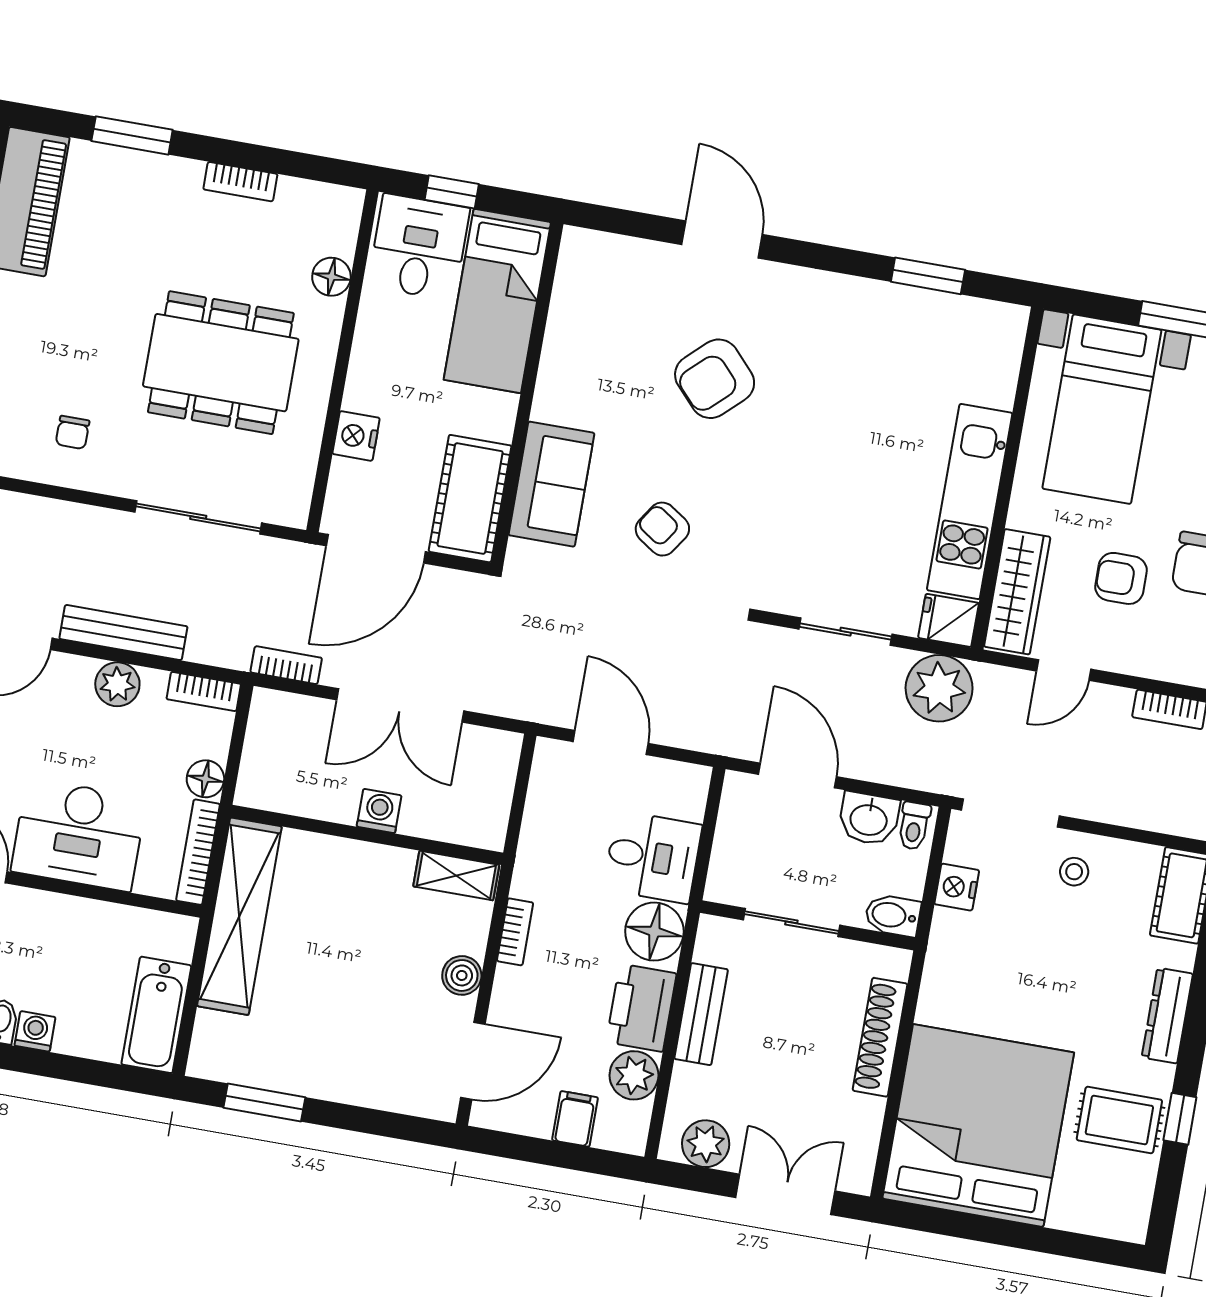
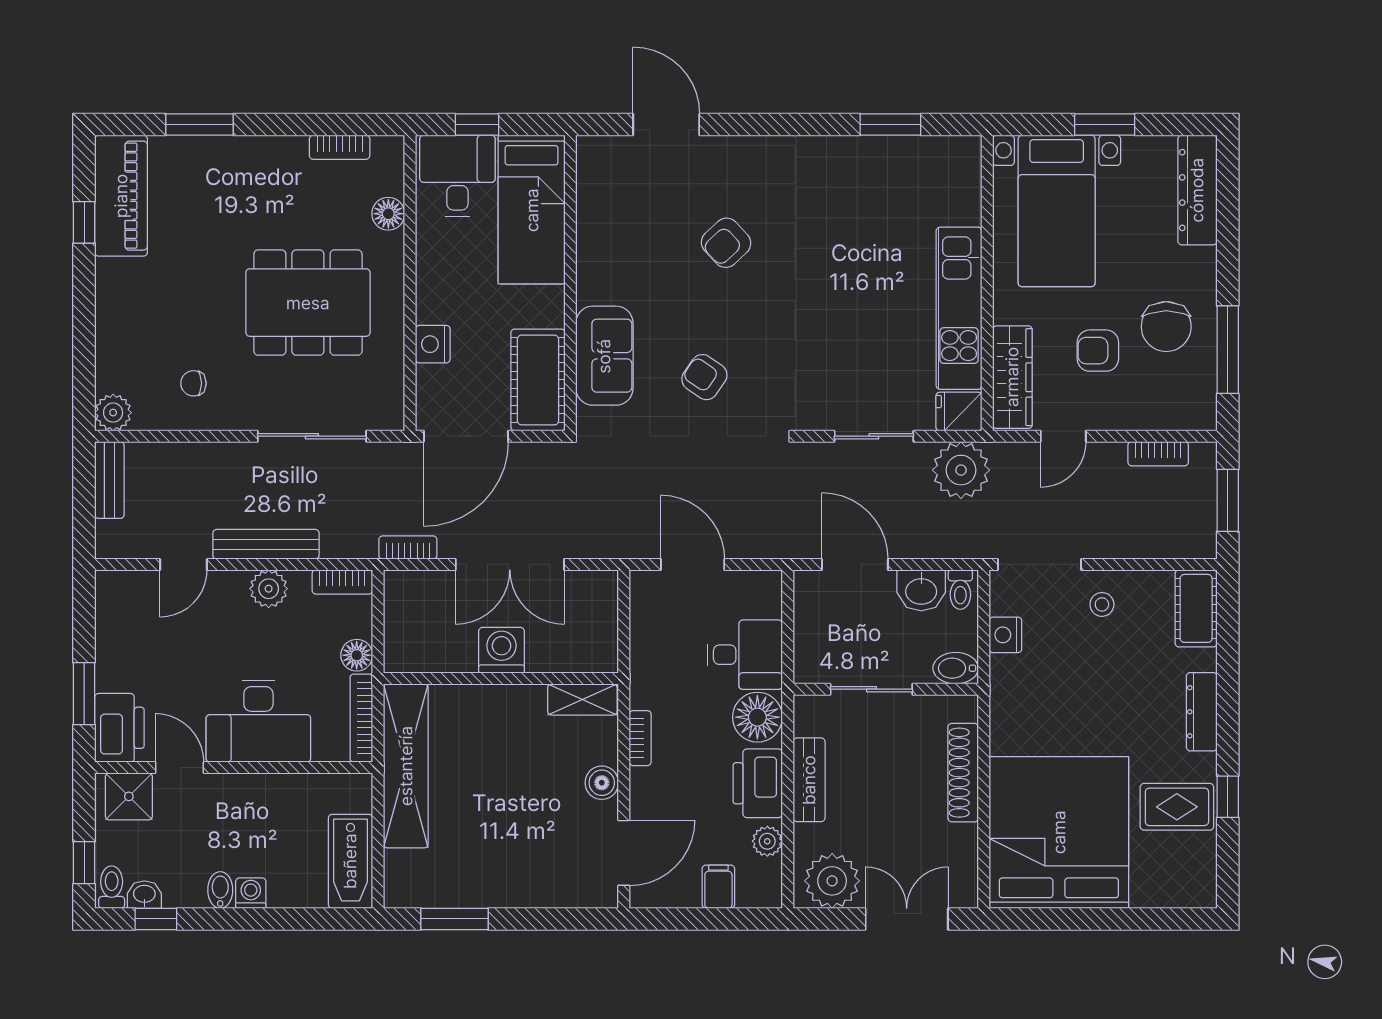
bookcase: (240, 182) -> (340, 147), moved
door: (722, 240) -> (666, 124), moved
armchair: (715, 379) -> (726, 243), width x0.72, depth x0.72
chair: (73, 432) -> (193, 383), turned 90
washing machine: (379, 811) -> (502, 650), width x1.38, depth x1.38
plant: (634, 1075) -> (767, 841), width x0.73, depth x0.73
plant: (706, 1144) -> (832, 881), width x1.36, depth x1.36

